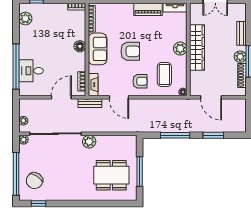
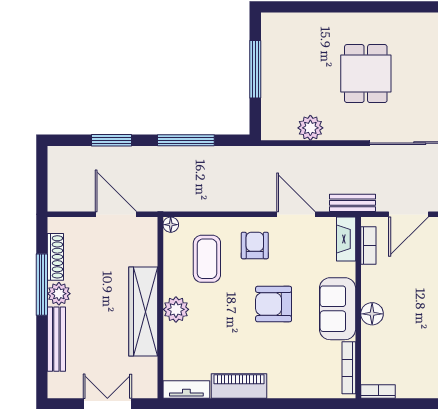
bench: (241, 33) -> (56, 339), width x1.36
armchair: (140, 81) -> (255, 246), turned 90
plant: (89, 142) -> (310, 128), moved
dining table: (111, 175) -> (366, 74), moved, width x0.73

